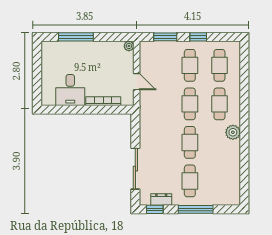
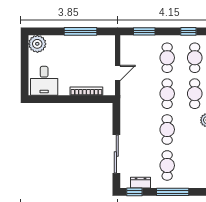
window: (76, 37) -> (81, 31), moved
window: (198, 37) -> (188, 31), moved
plant: (129, 46) -> (37, 44), moved, width x1.88, depth x1.88
door: (137, 82) -> (118, 73), hinge flipped
desk: (70, 90) -> (44, 81), moved

